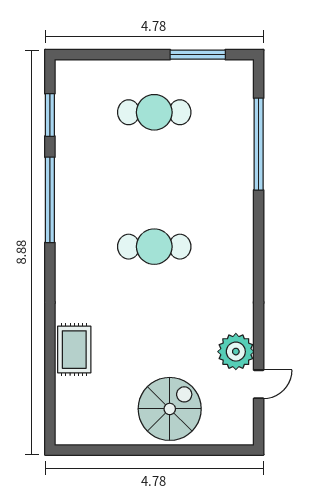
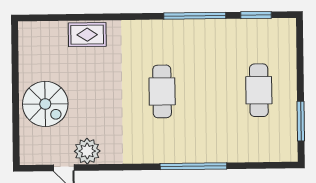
window: (259, 144) -> (193, 166), moved

